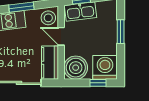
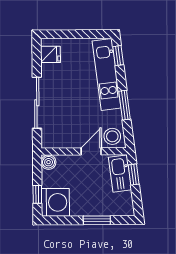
kitchen counter: (50, 63) -> (60, 139), removed
boiler: (76, 68) -> (49, 162), width x0.54, depth x0.54

